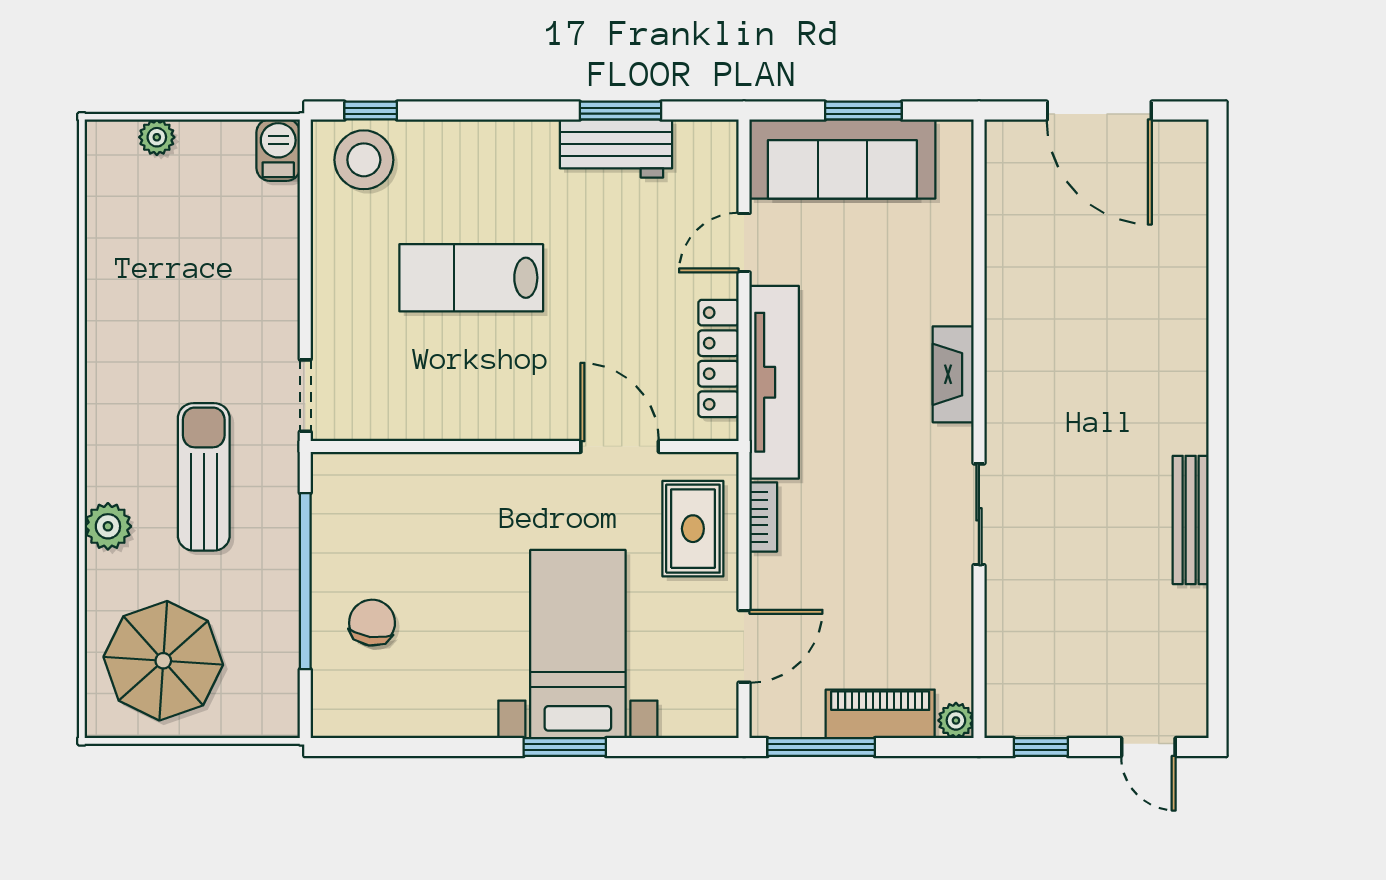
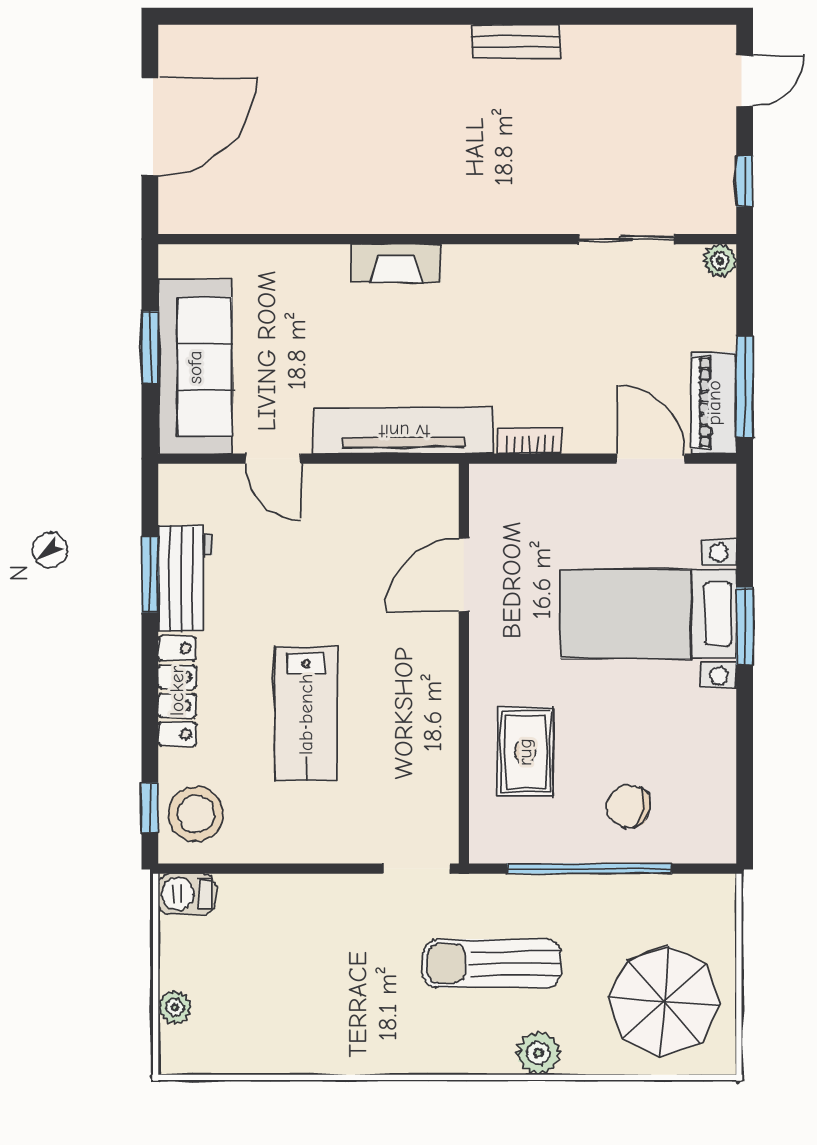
locker: (719, 358) -> (177, 691), moved, turned -90
sliding door: (979, 514) -> (626, 239), moved
bench: (1191, 520) -> (516, 41), width x0.73
rug: (693, 529) -> (525, 752), moved, turned 90
piano: (880, 714) -> (714, 403), moved

